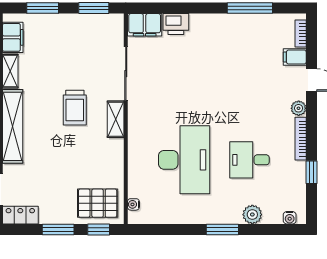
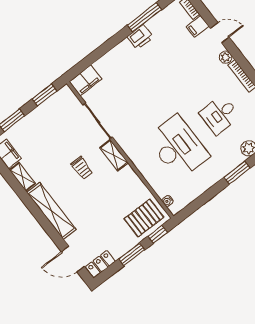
printer: (176, 24) -> (140, 37), moved
trolley: (75, 108) -> (82, 168), width x0.73, depth x0.72

